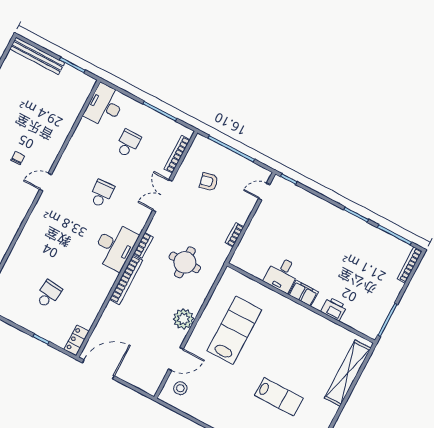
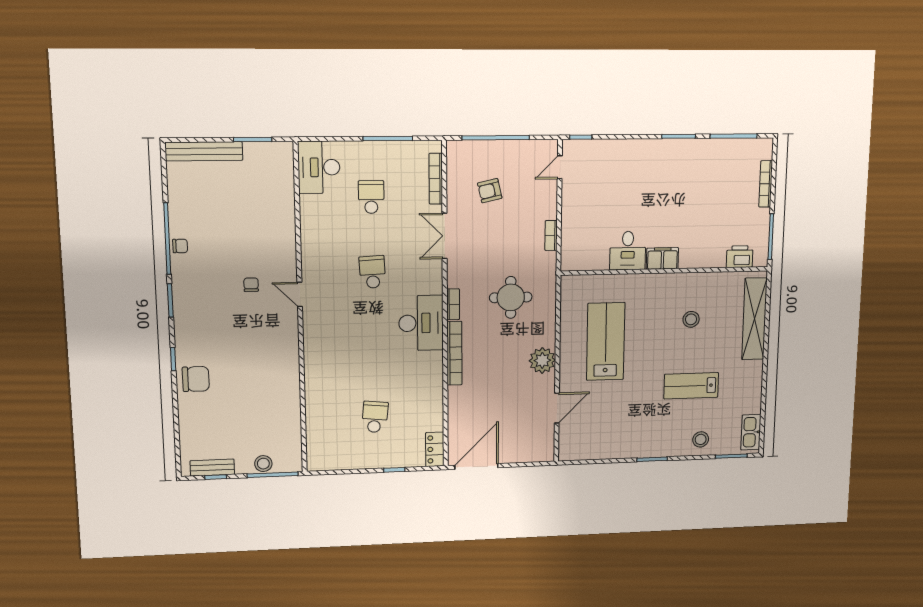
door: (45, 182) -> (300, 294), hinge flipped
bookcase: (410, 265) -> (766, 184), moved
printer: (334, 309) -> (740, 257), moved
stool: (180, 388) -> (691, 319), moved
lab bench: (279, 397) -> (691, 386), turned 180

